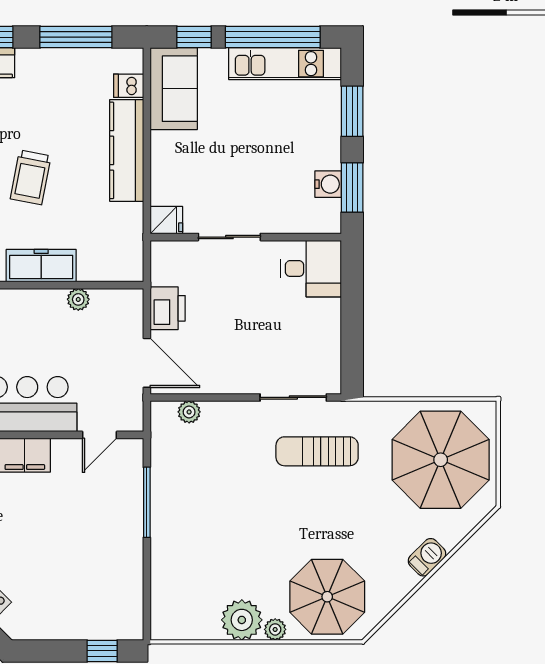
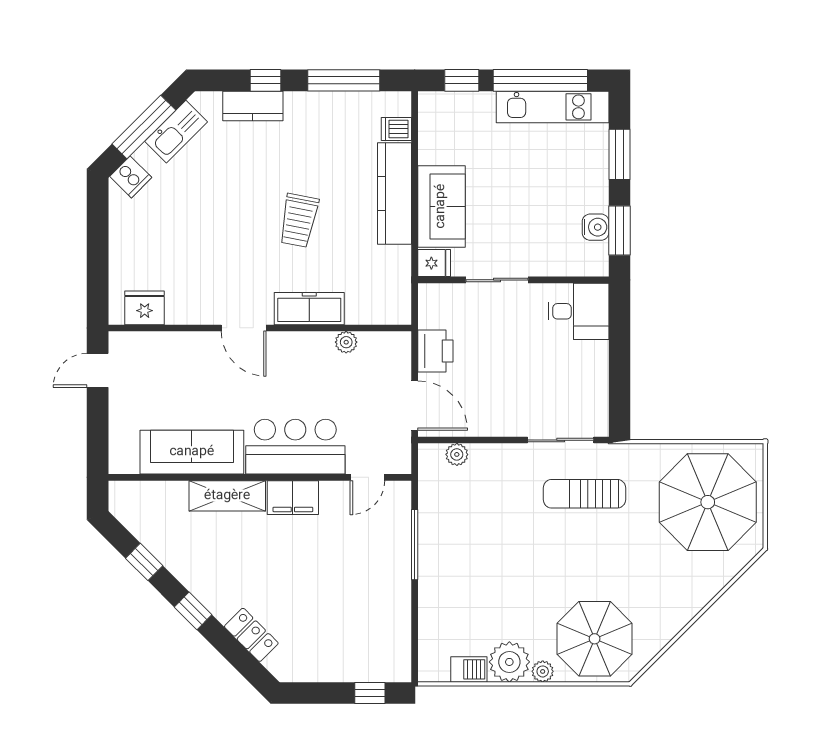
sofa: (174, 89) -> (441, 206), moved
barbecue: (427, 557) -> (469, 669), moved, turned 45

